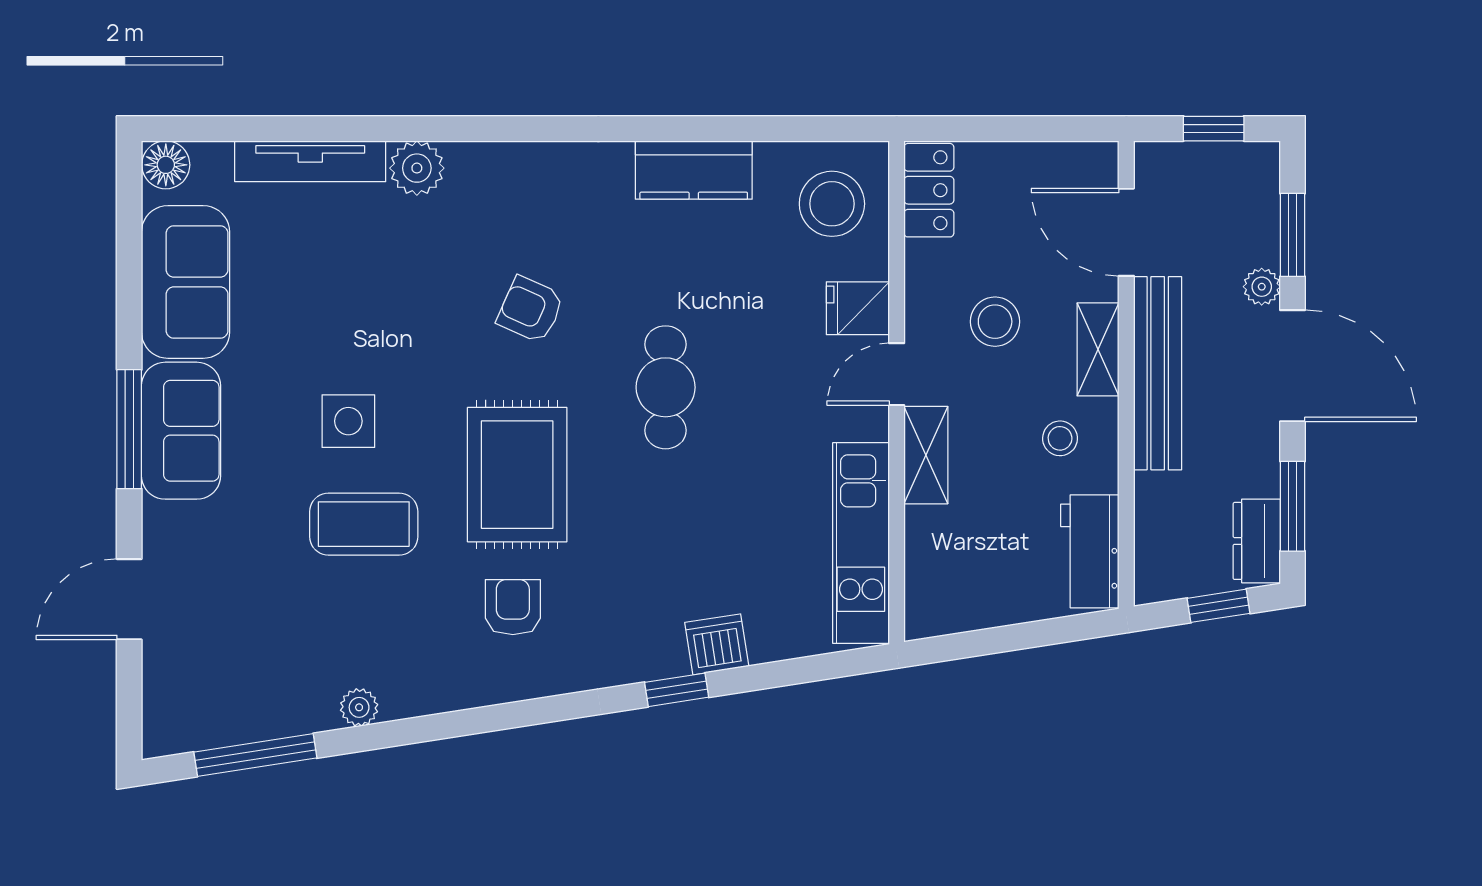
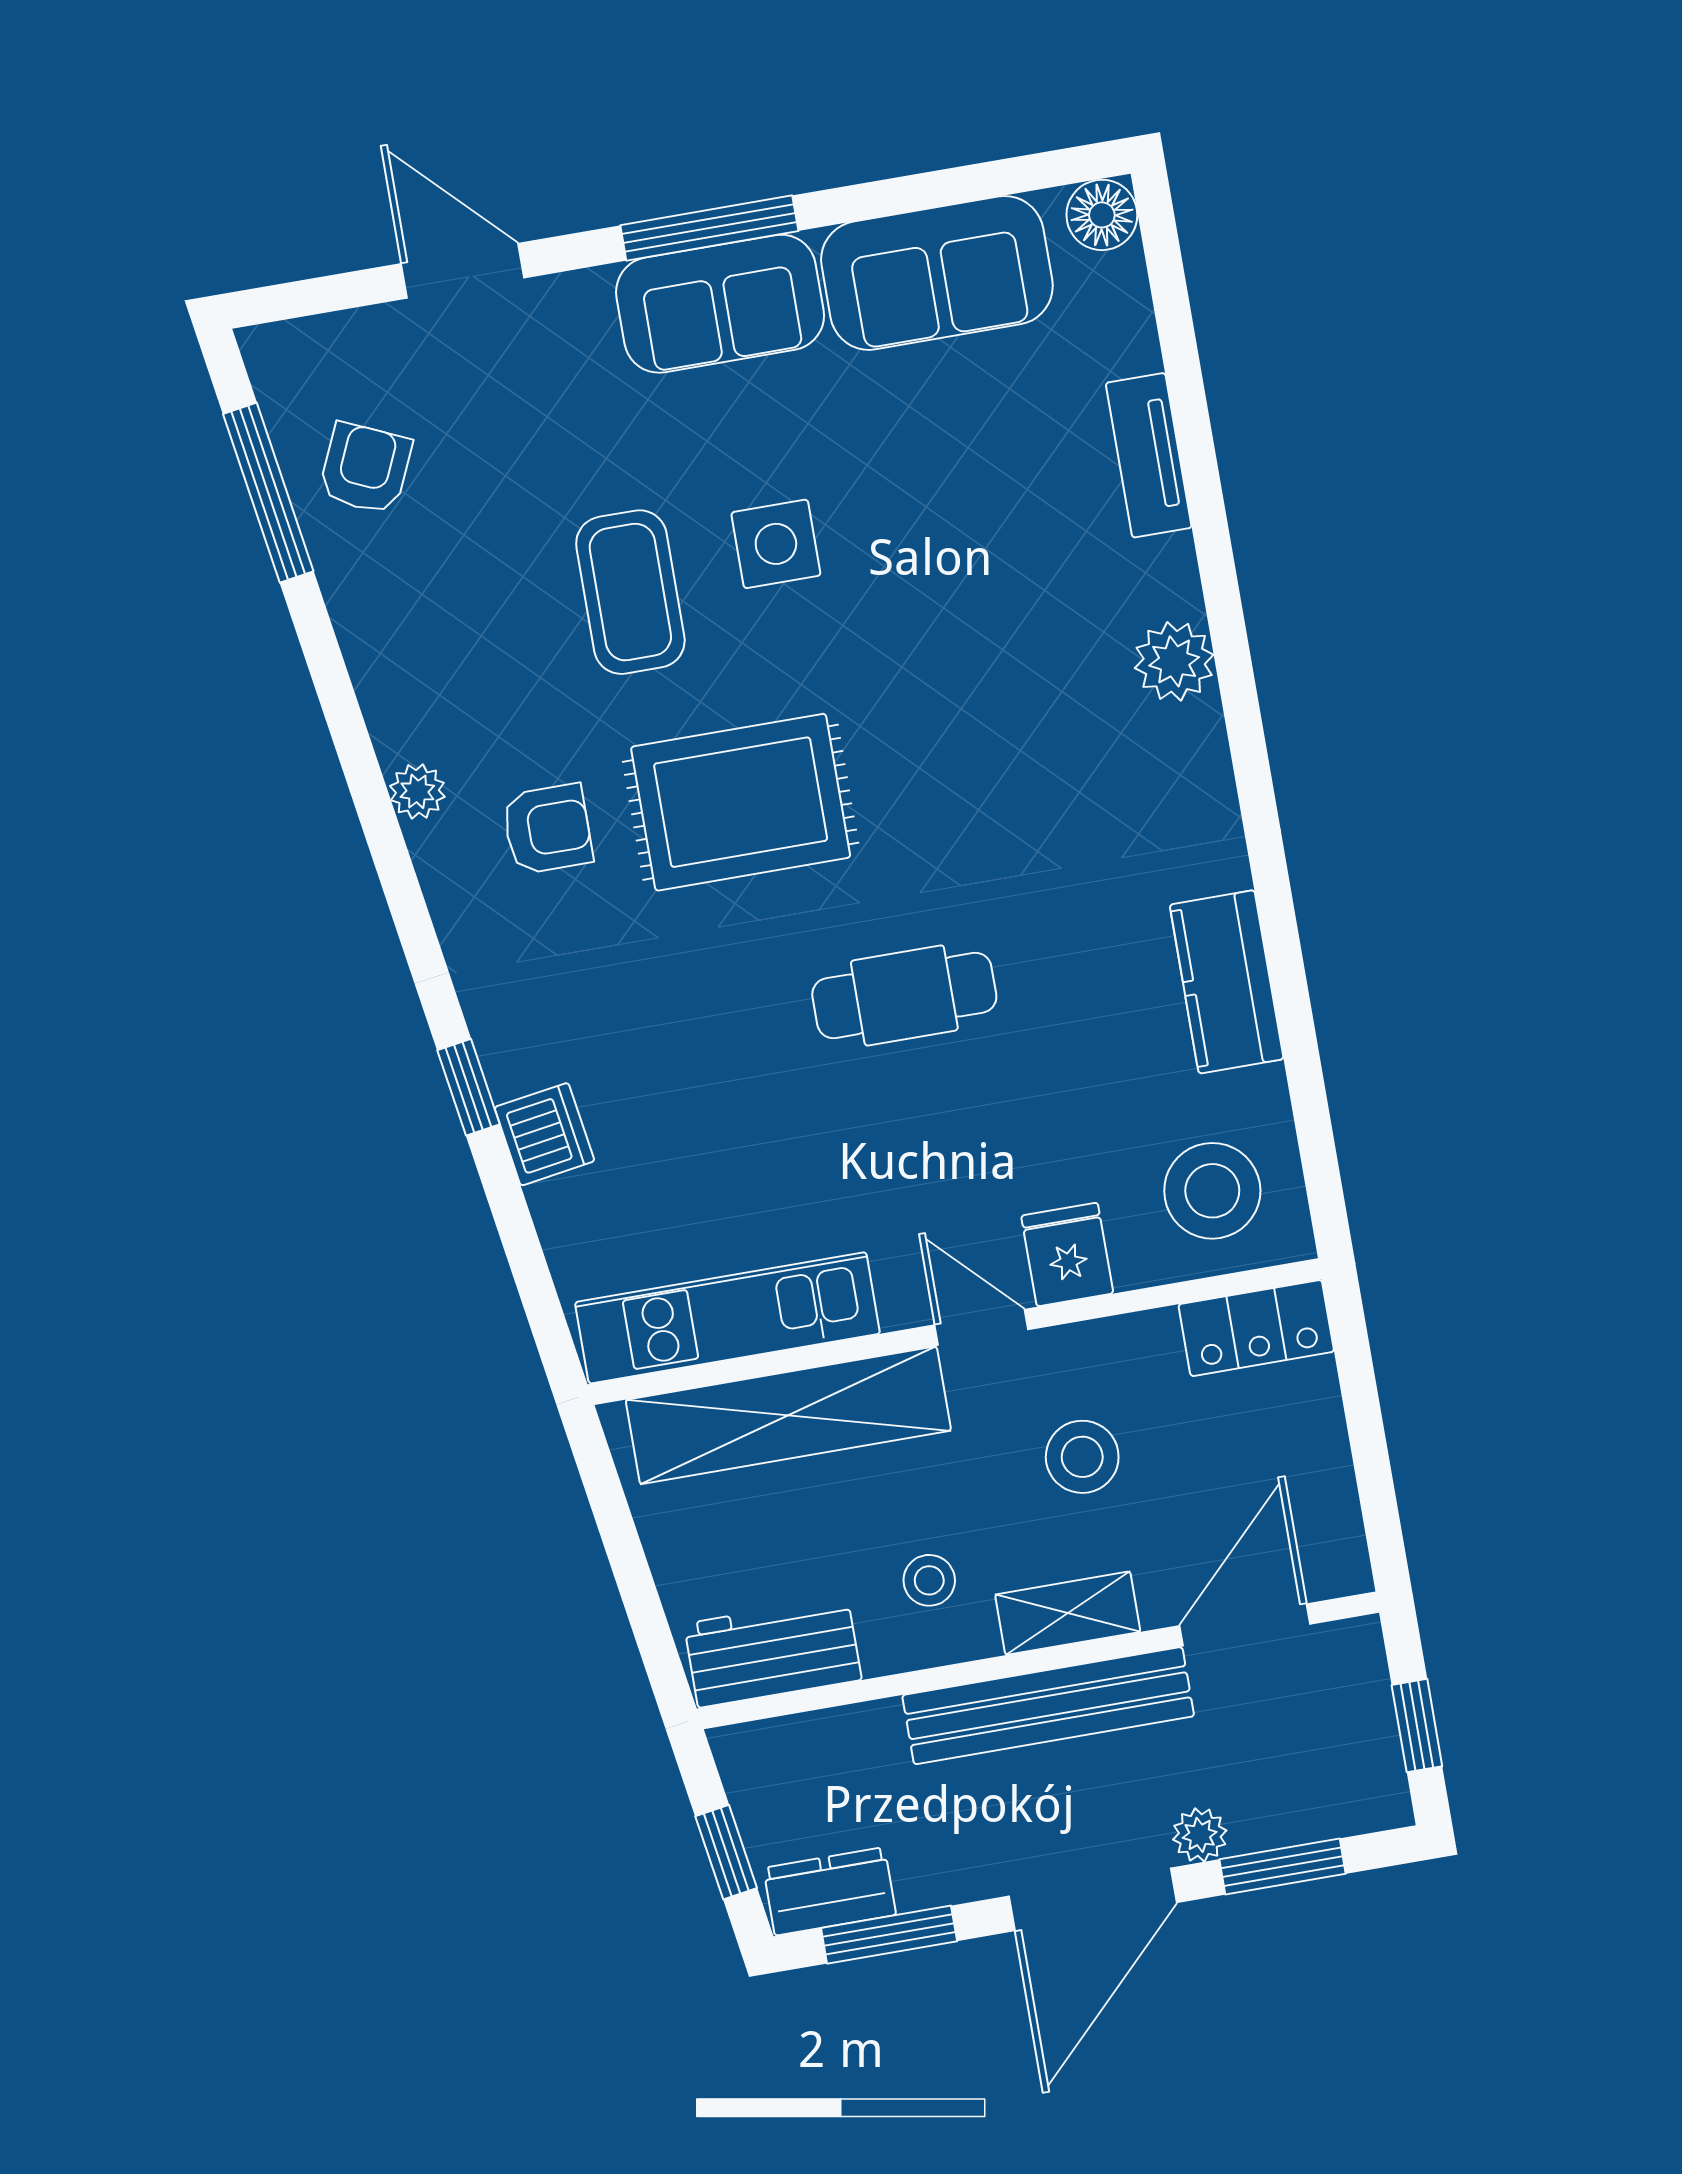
tv unit: (310, 161) -> (1149, 455), width x0.71
plant: (417, 168) -> (1174, 661), moved
armchair: (530, 309) -> (365, 468), moved
shelving: (926, 455) -> (788, 1415), width x2.20, depth x1.33
plant: (359, 707) -> (417, 791), moved

